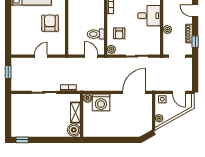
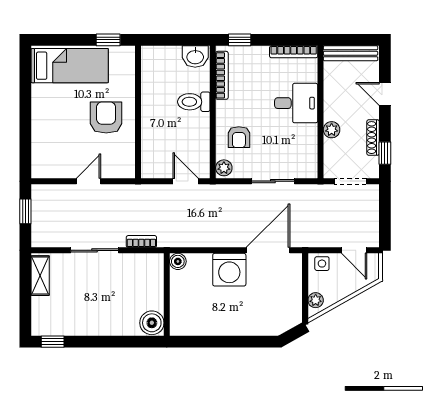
toilet: (96, 34) -> (194, 102), moved
washing machine: (101, 102) -> (229, 270), moved
shelving: (75, 113) -> (40, 276), moved

